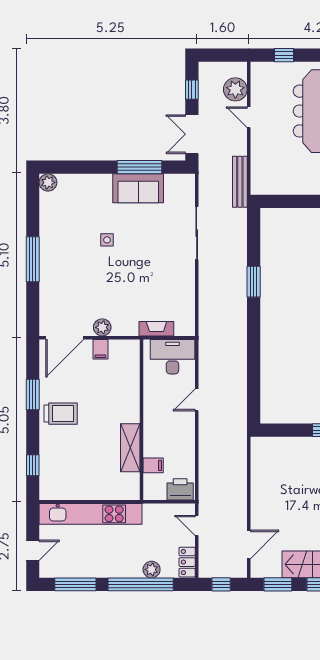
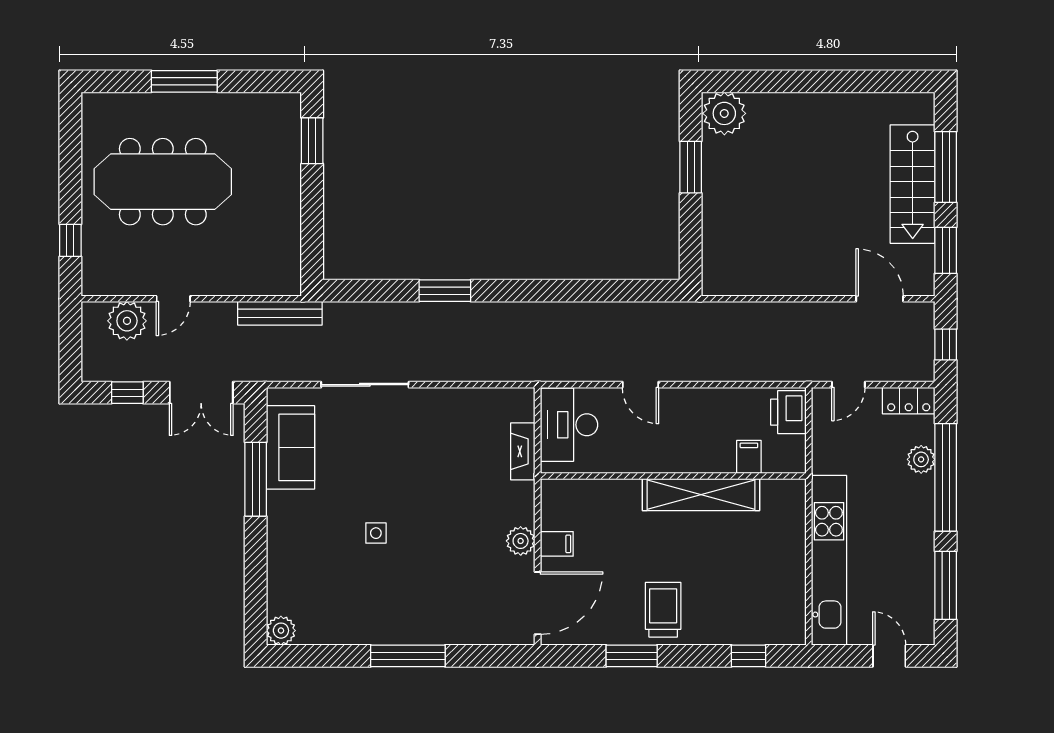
sofa: (138, 188) -> (291, 447), moved
door: (65, 338) -> (538, 603), hinge flipped
shelving: (130, 448) -> (701, 495), width x1.47

